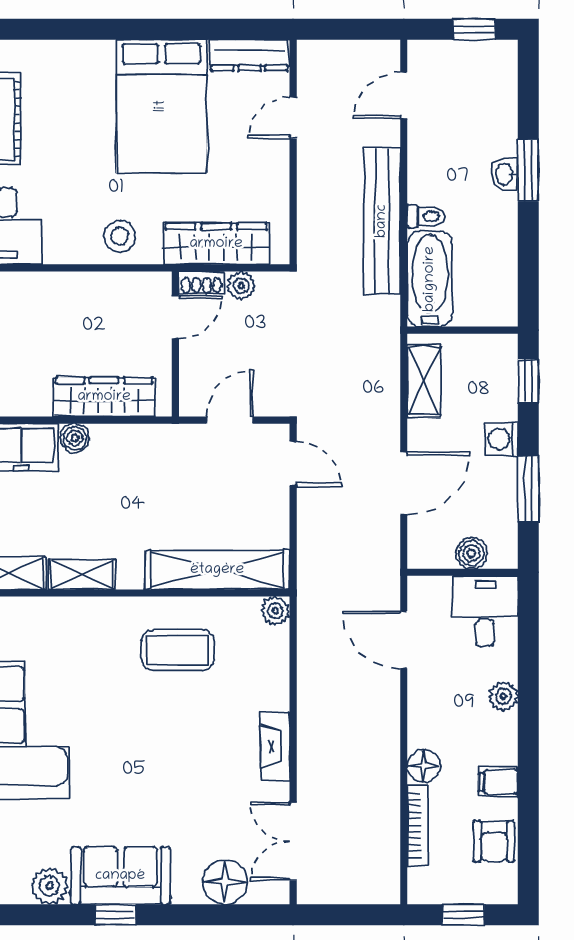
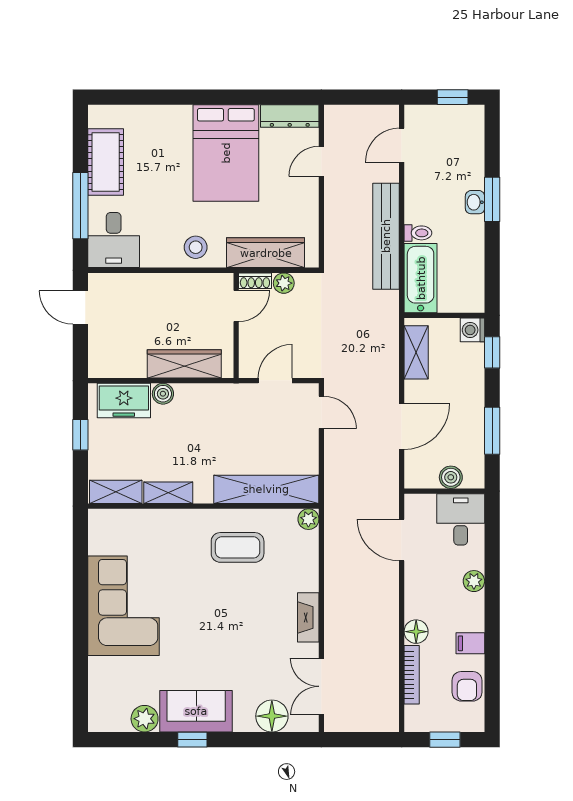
washing machine: (501, 439) -> (472, 330), moved

